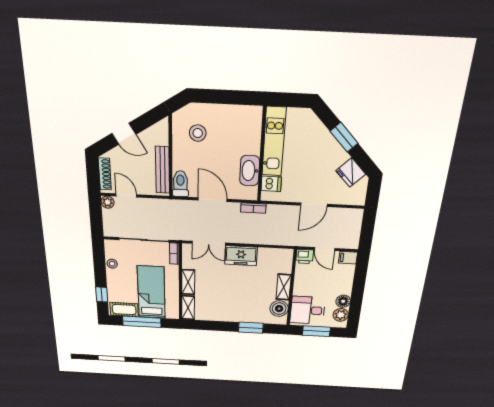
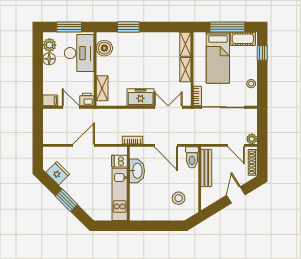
door: (124, 134) -> (236, 195), hinge flipped
shelving: (284, 287) -> (102, 88), moved
desk: (308, 310) -> (79, 53), width x1.37

